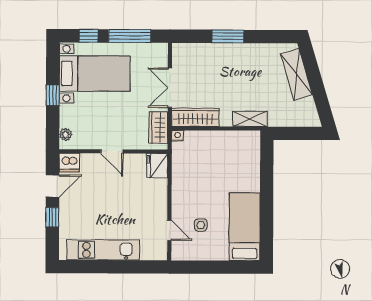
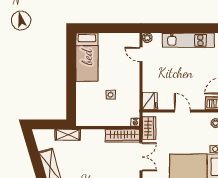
shelving: (250, 119) -> (68, 135), moved
side table: (201, 225) -> (111, 95), moved
plant: (161, 254) -> (147, 38), added

